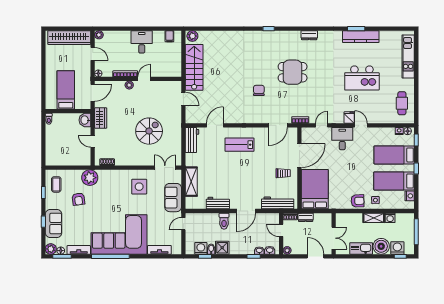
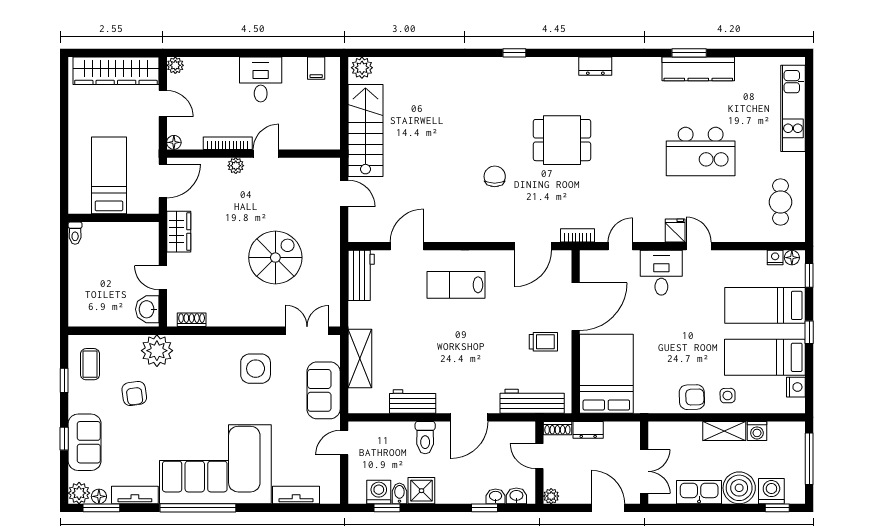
washbasin: (85, 120) -> (147, 309), moved

